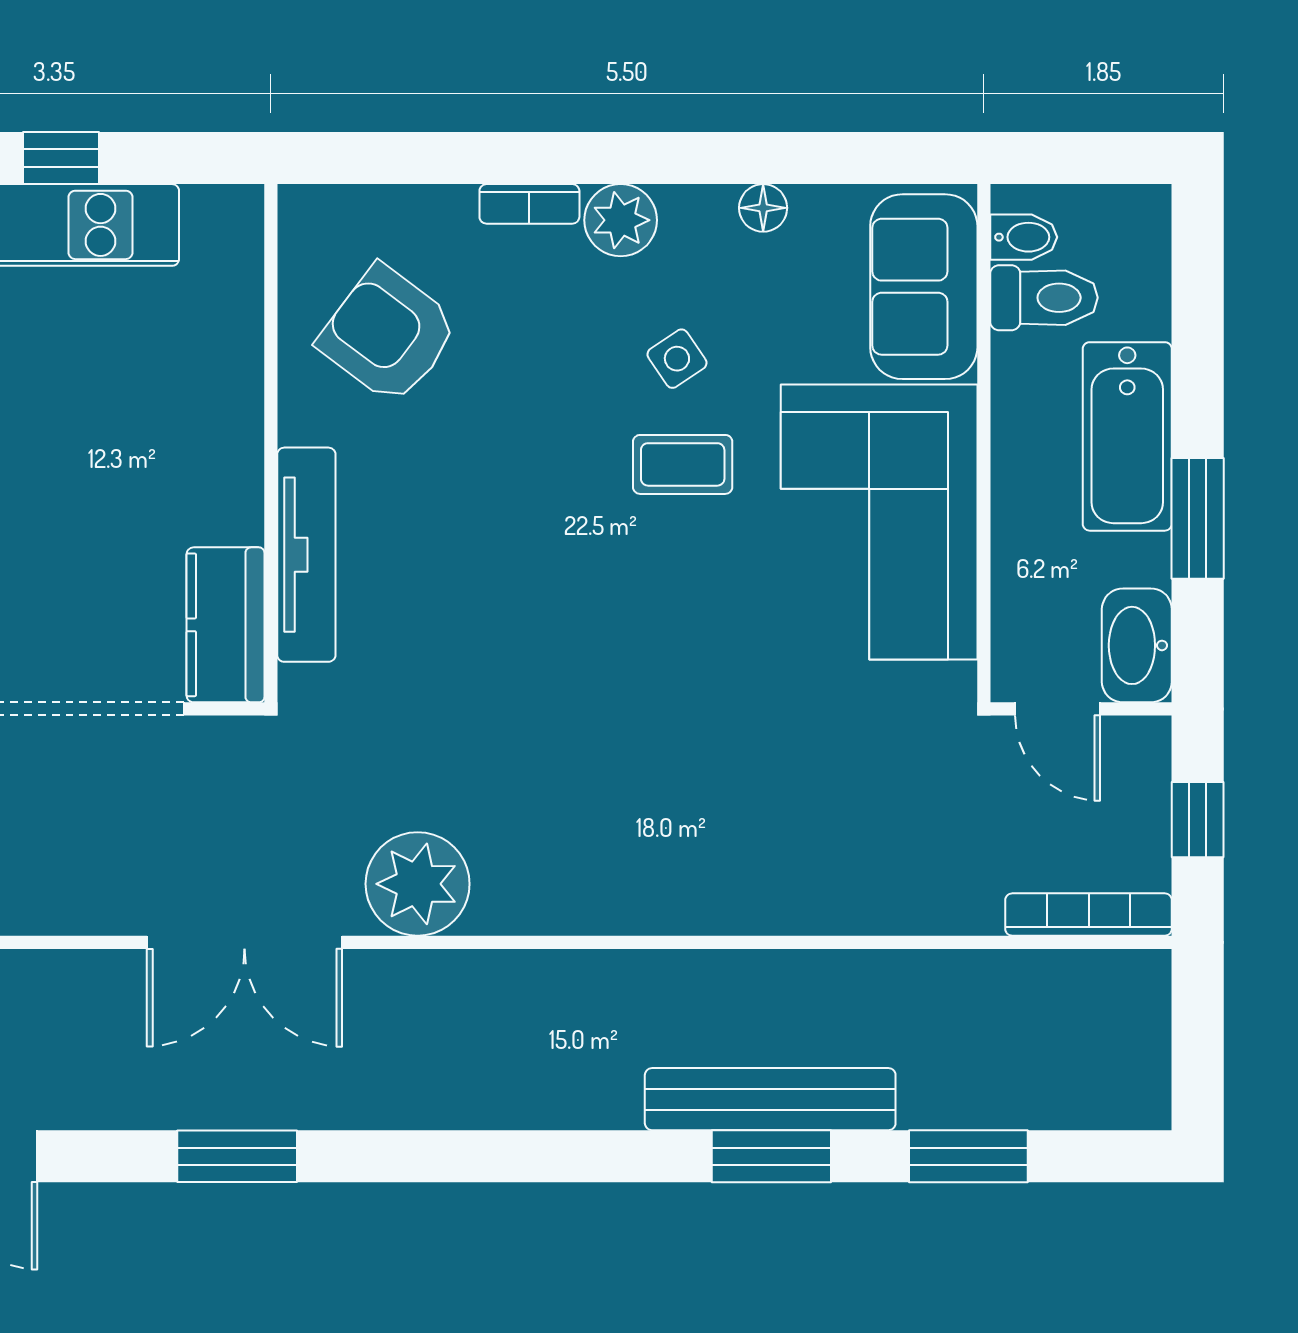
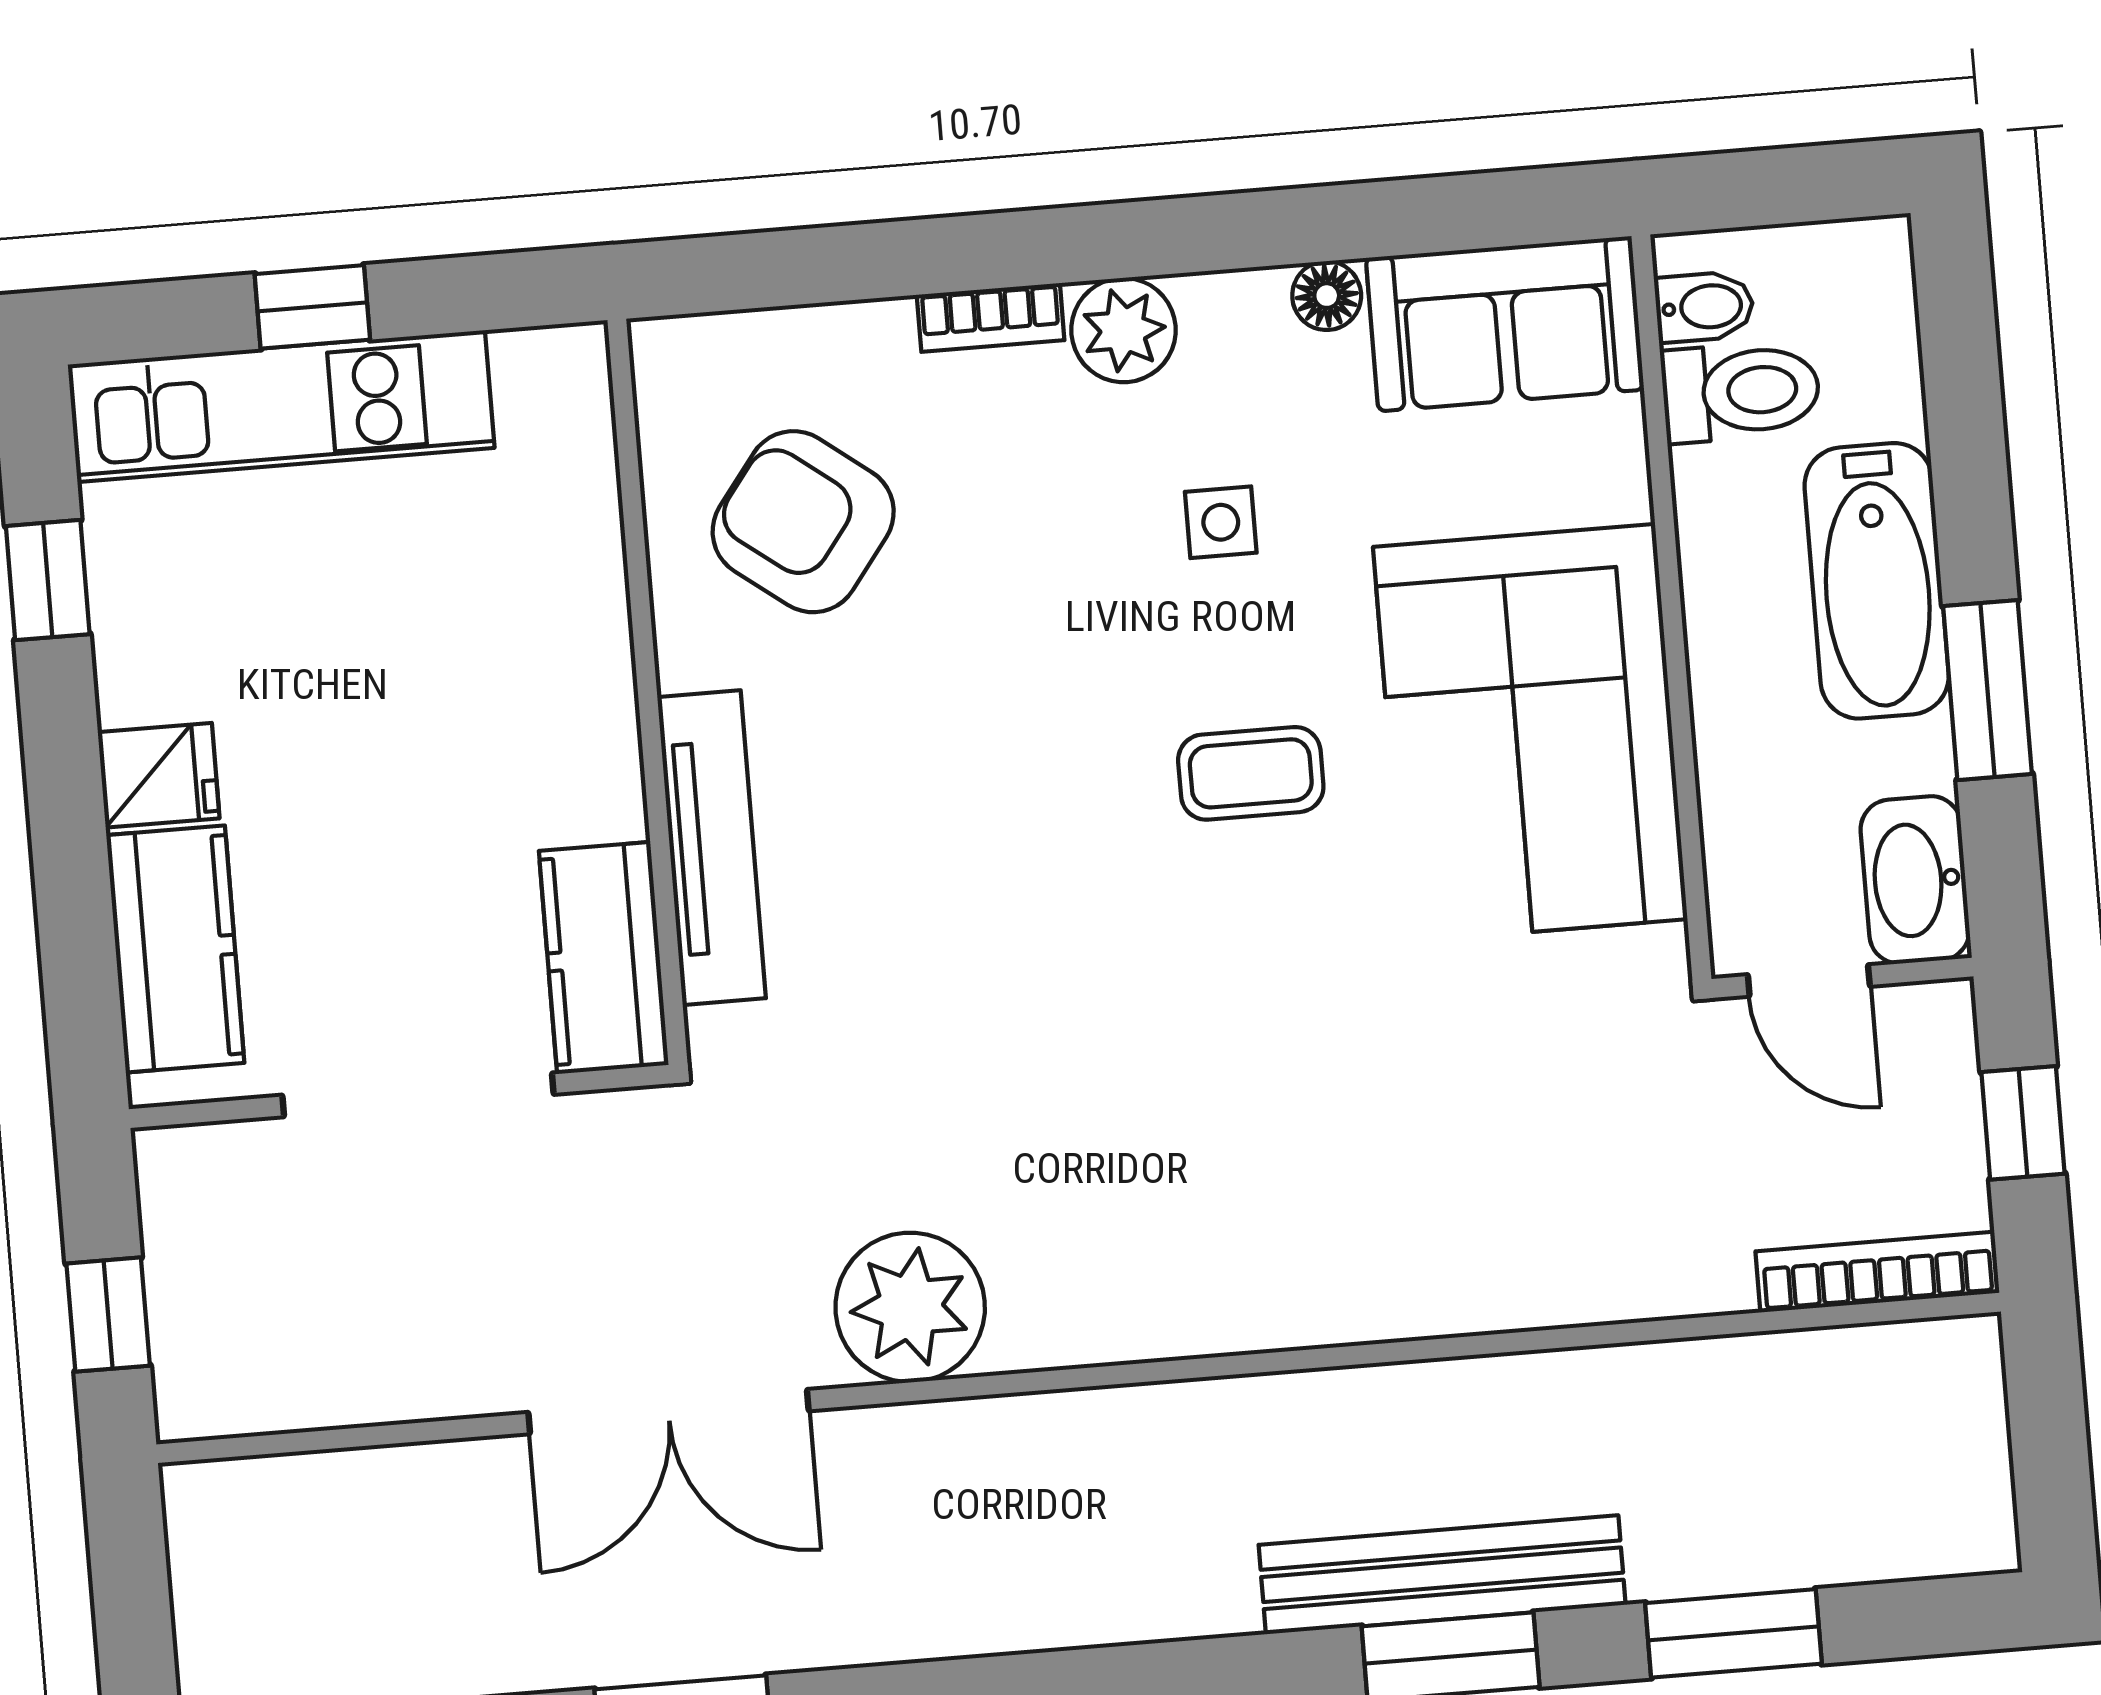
sofa: (924, 287) -> (1505, 324), moved, turned -90
side table: (677, 359) -> (1221, 522), turned 34
coffee table: (683, 464) -> (1251, 773), moved

